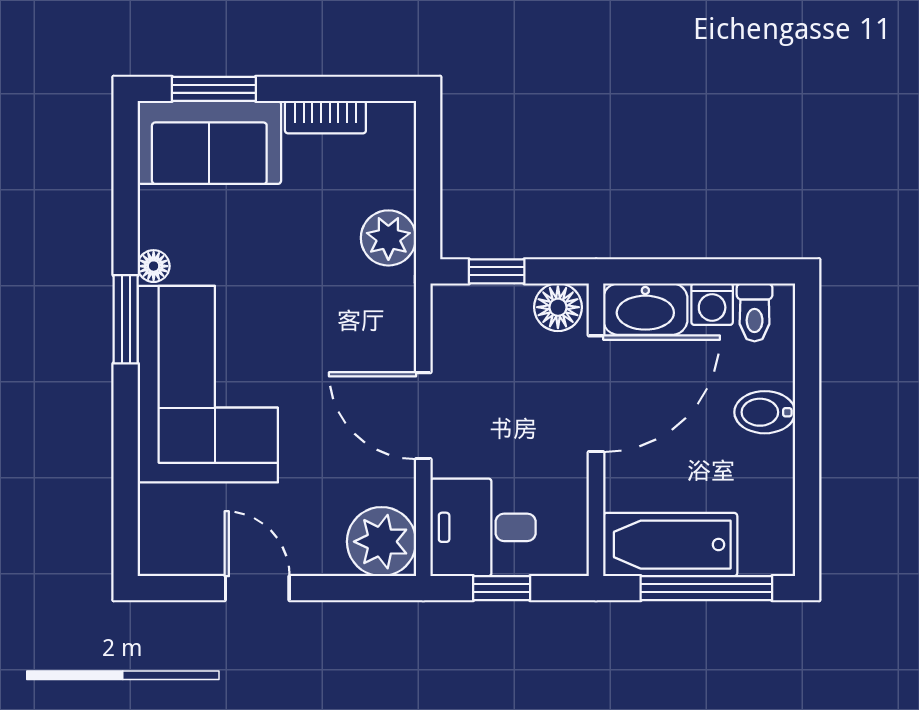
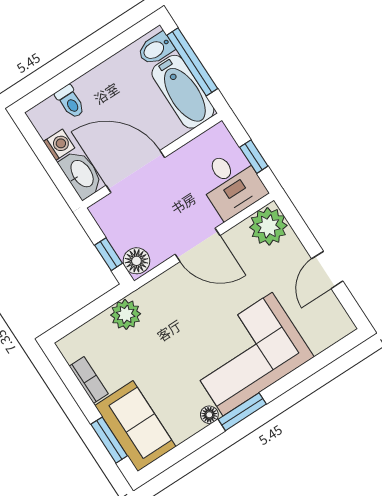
floor lamp: (558, 307) -> (136, 261), moved
toilet: (755, 312) -> (70, 102), moved, turned 90
bidet: (765, 412) -> (156, 49), moved, turned 90
door: (423, 416) -> (198, 245), hinge flipped

